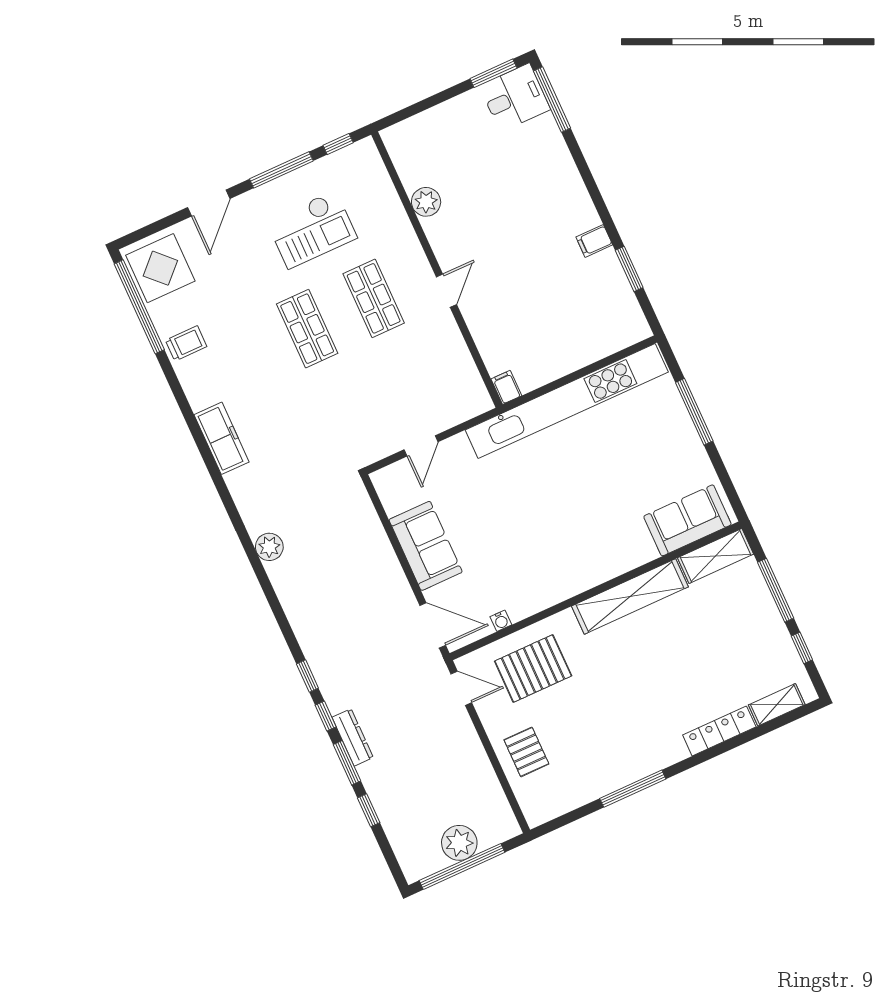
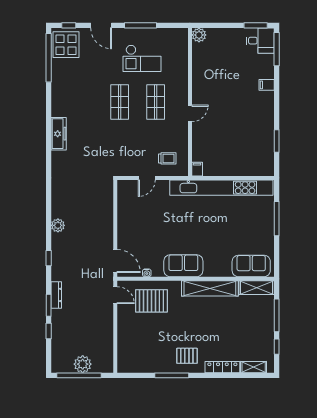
window: (338, 144) -> (69, 25), moved
plant: (426, 202) -> (199, 35), moved
door: (209, 203) -> (101, 25), hinge flipped
filing cabinet: (594, 241) -> (267, 85), moved
trolley: (186, 343) -> (167, 158), moved
sofa: (426, 546) -> (183, 266), moved, turned -90
plant: (269, 547) -> (58, 225), moved
window: (326, 716) -> (49, 280), removed
pallet: (526, 752) -> (187, 356), moved, turned 90

